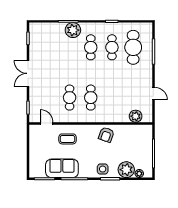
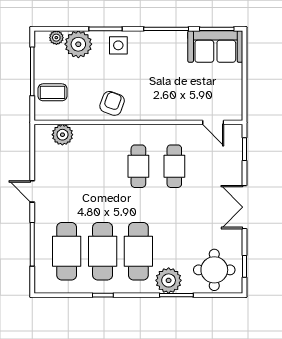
round table: (46, 36) -> (214, 270), added
cafe table: (91, 47) -> (138, 251), width x1.37, depth x1.35
cafe table: (112, 47) -> (103, 251), width x1.37, depth x1.35
double door: (28, 73) -> (245, 207), swing flipped
door: (153, 93) -> (32, 191), moved
coffee table: (67, 139) -> (52, 92), moved
sofa: (62, 168) -> (215, 47), moved

